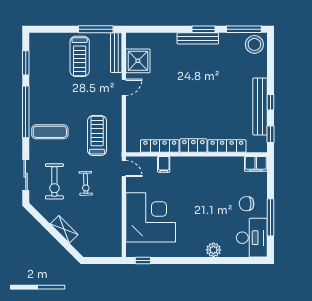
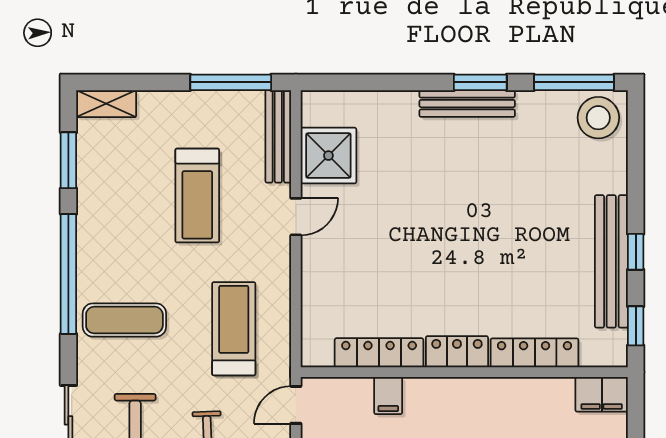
shelving: (42, 38) -> (106, 104), added
treadmill: (80, 56) -> (197, 196), moved
door: (124, 168) -> (296, 405), swing flipped

